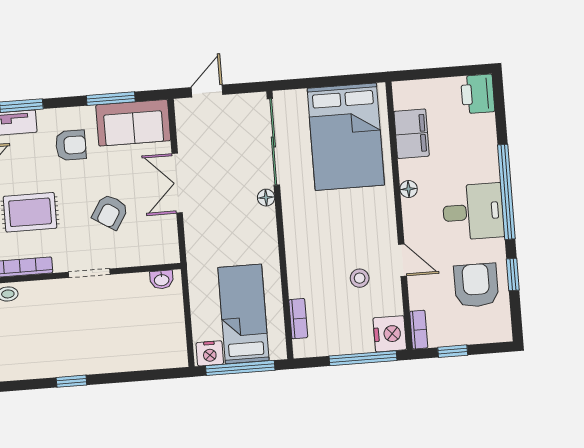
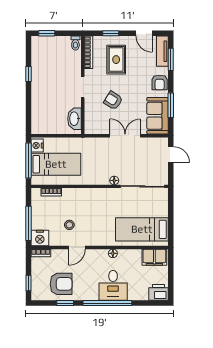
filing cabinet: (412, 134) -> (154, 257), moved
bed: (346, 137) -> (142, 229), width x0.67
armchair: (71, 145) -> (160, 82), moved
desk: (473, 212) -> (113, 285), moved
washbasin: (162, 280) -> (74, 119), width x1.91, depth x1.45
window: (453, 351) -> (28, 283), moved

